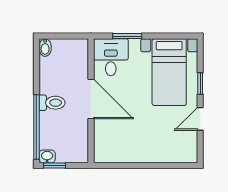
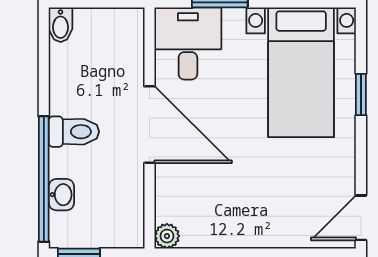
door: (200, 119) -> (361, 218), moved
washbasin: (47, 156) -> (61, 195), moved, turned 90
plant: (100, 157) -> (167, 236), added

